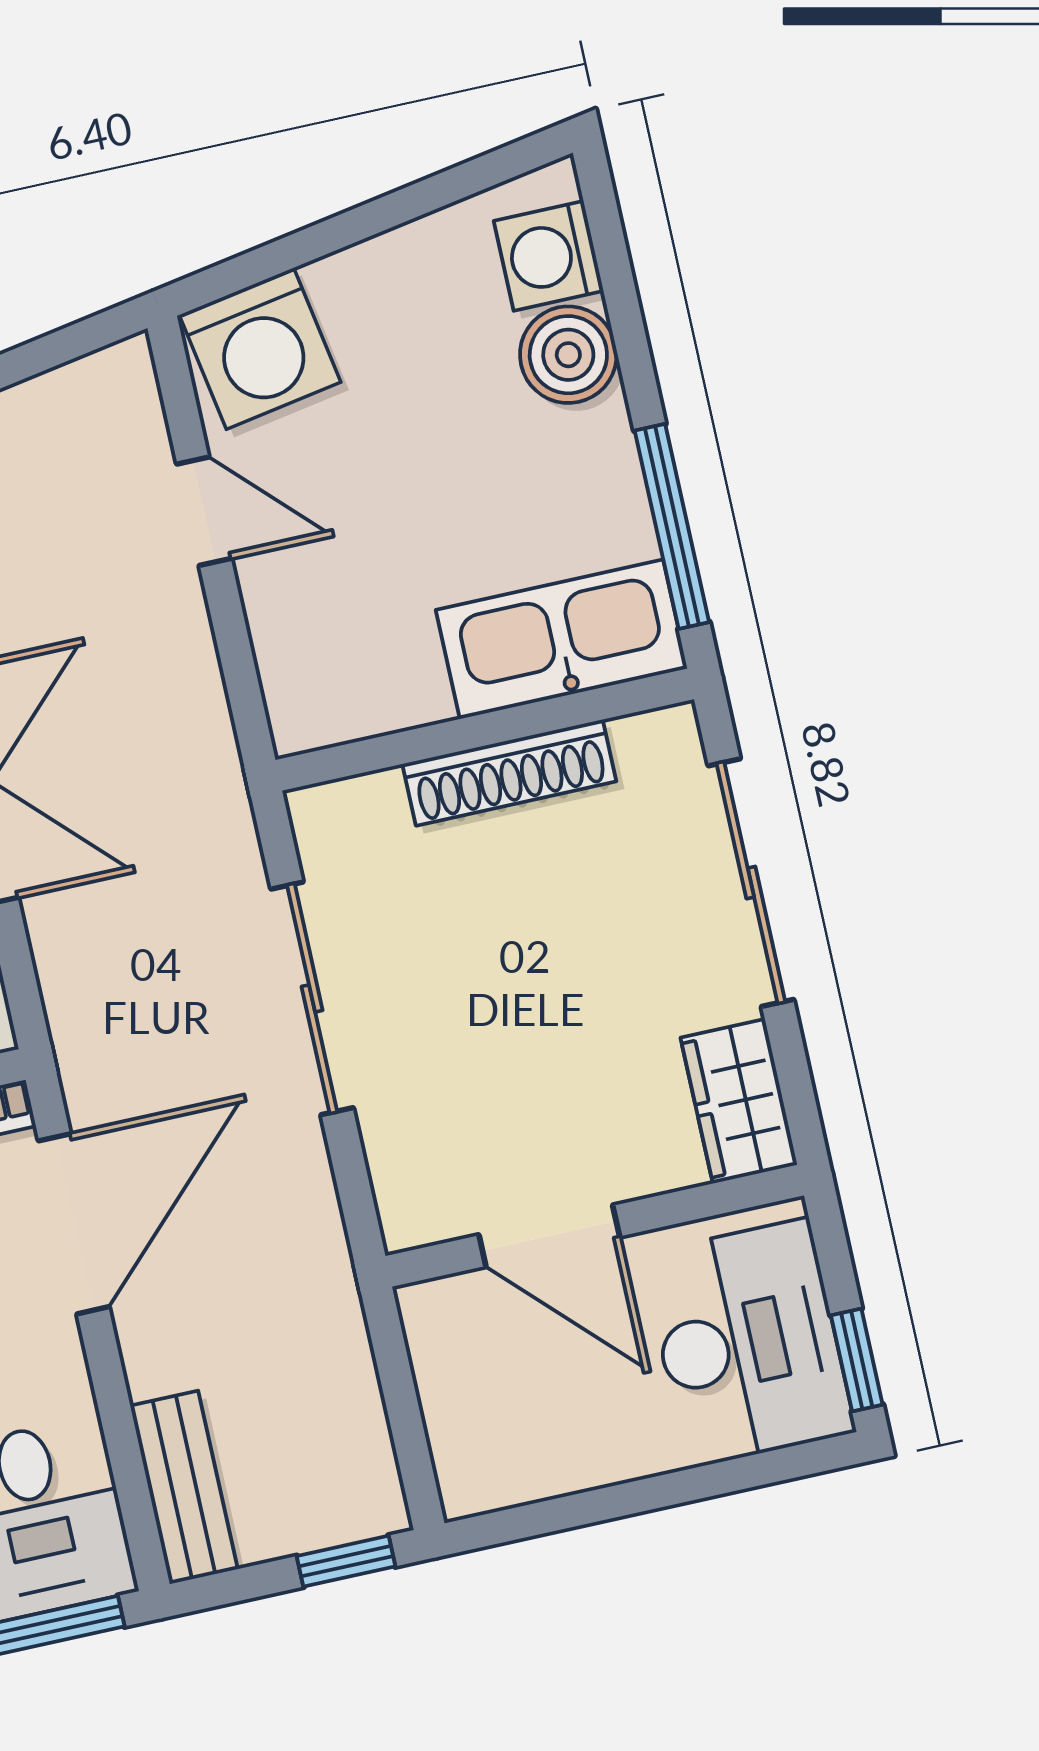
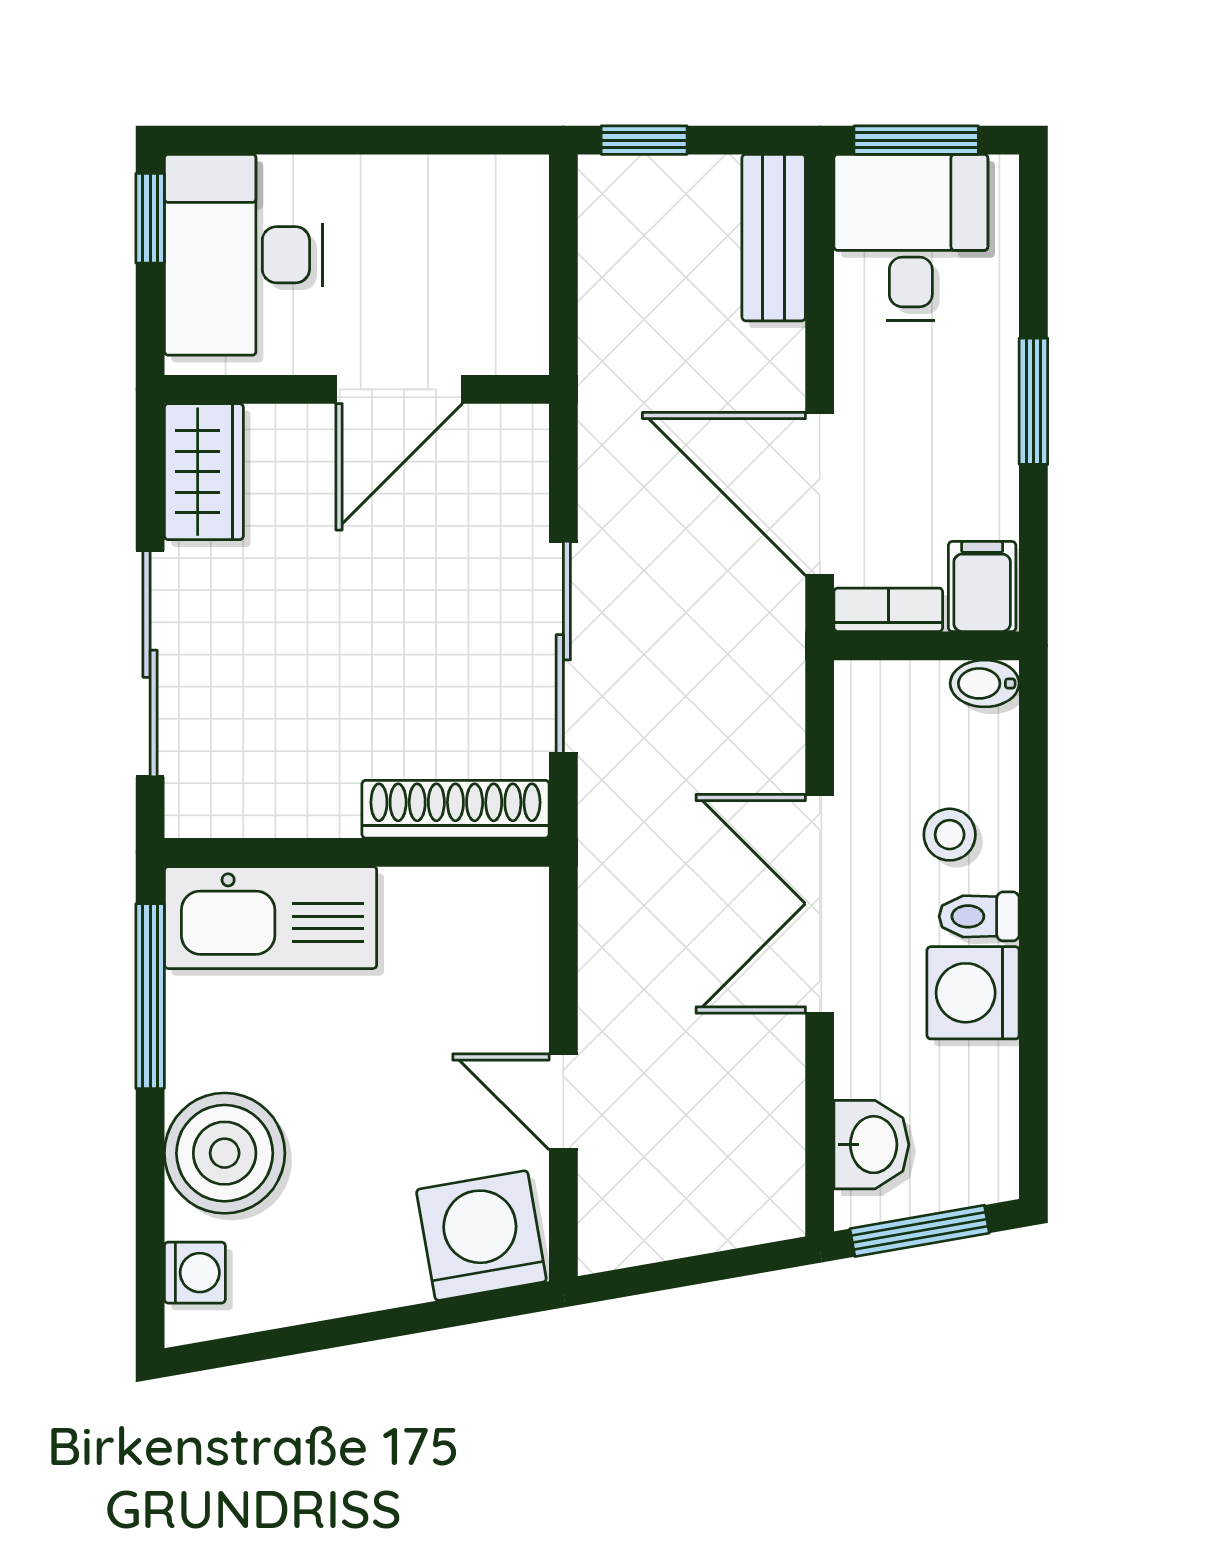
washing machine: (549, 256) -> (195, 1273), width x0.73, depth x0.73
boiler: (568, 355) -> (225, 1153), width x1.37, depth x1.37
shoe rack: (509, 773) -> (455, 809), moved
door: (74, 1224) -> (820, 494), hinge flipped
door: (549, 1236) -> (399, 389), swing flipped

